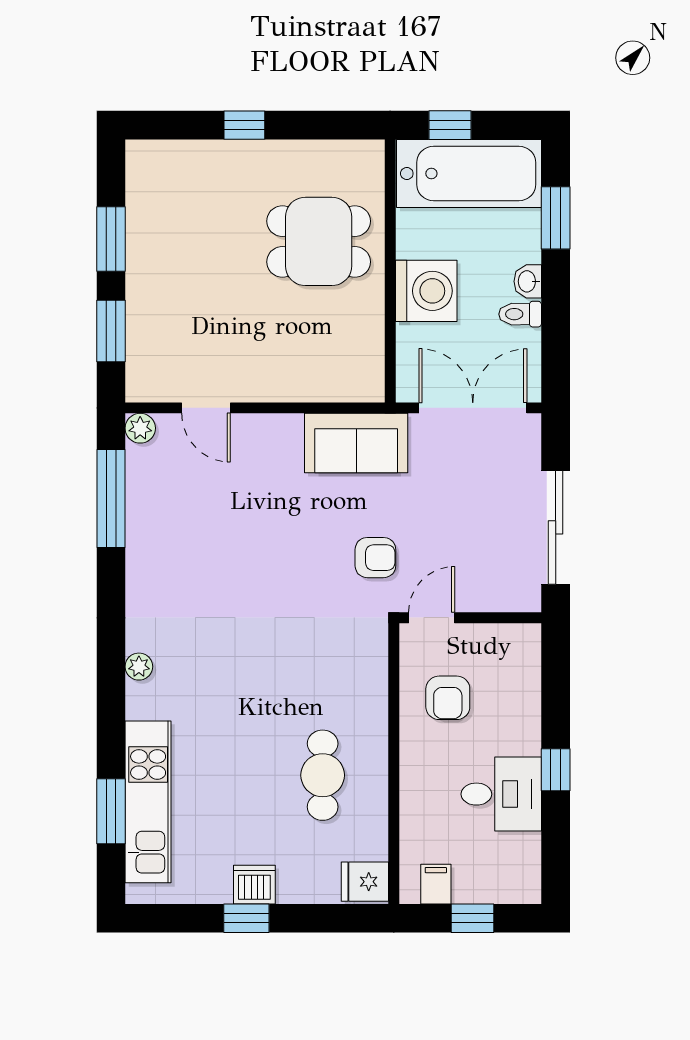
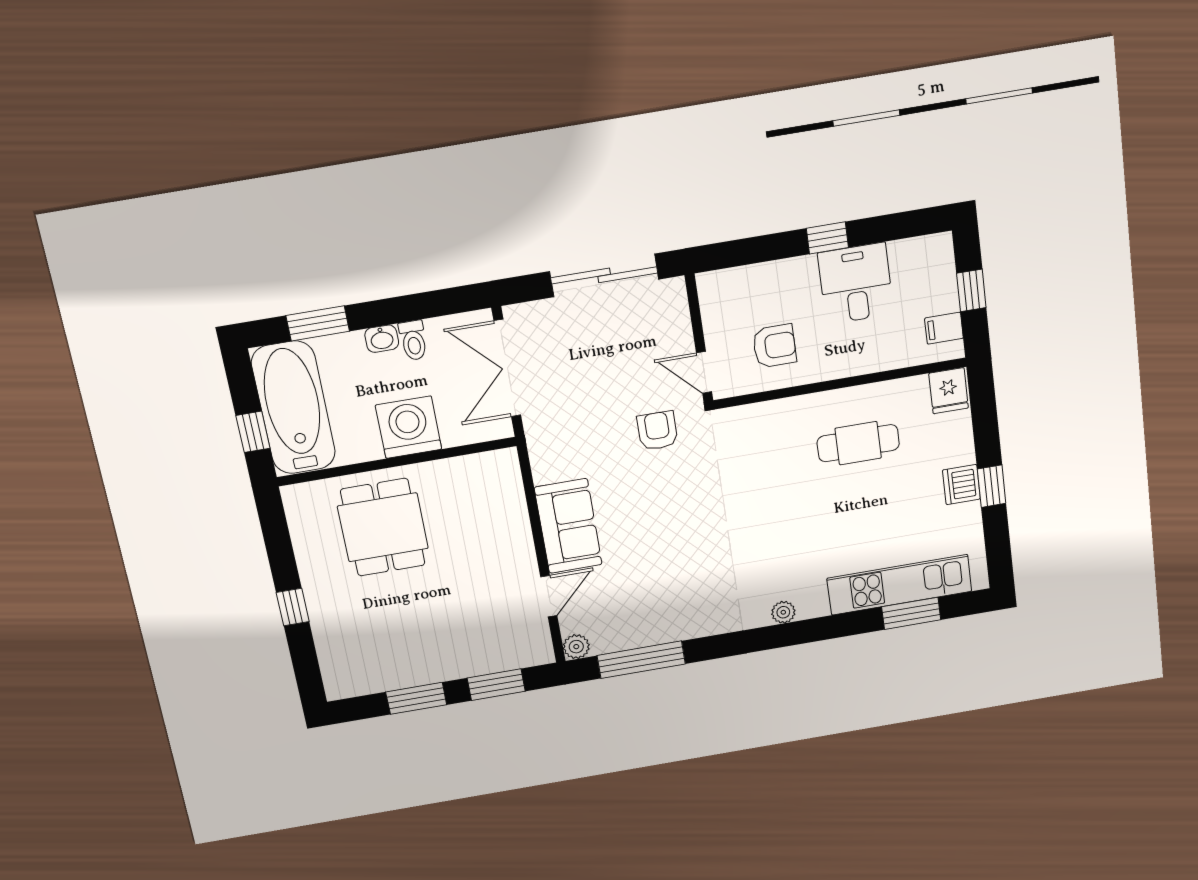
sofa: (356, 443) -> (568, 526), moved

